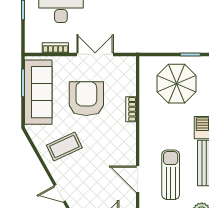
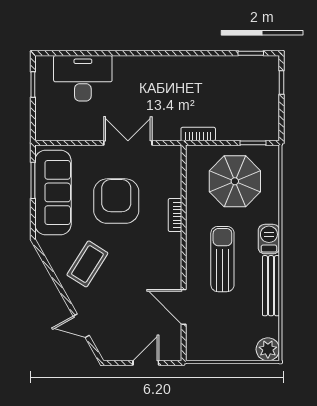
bookcase: (55, 48) -> (198, 134), moved
coffee table: (64, 146) -> (87, 264), turned -33
sun lounger: (171, 175) -> (222, 259), moved

